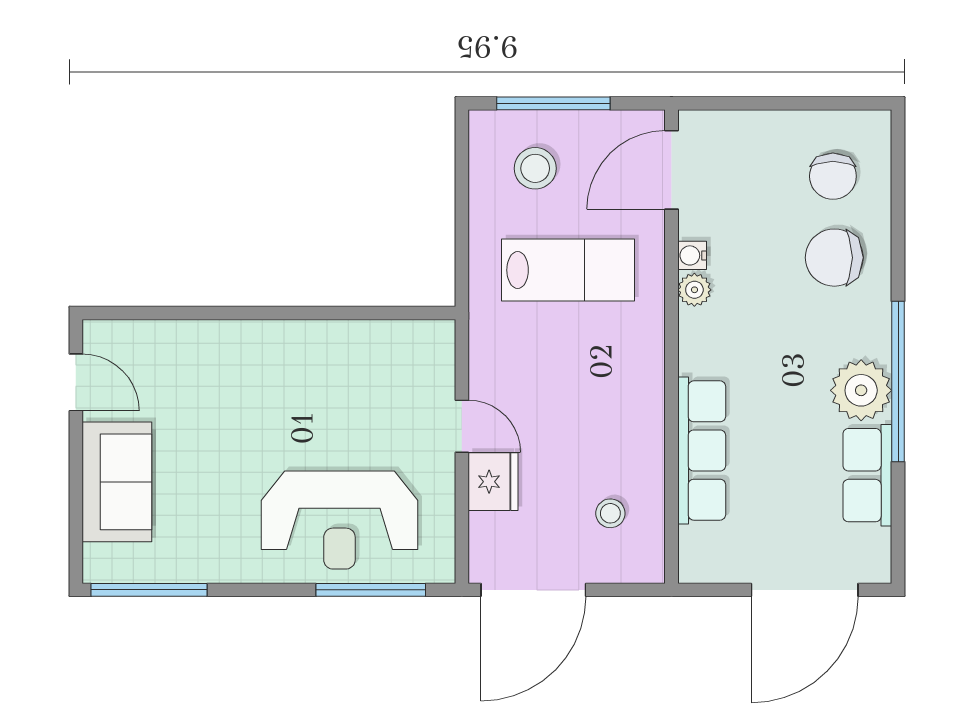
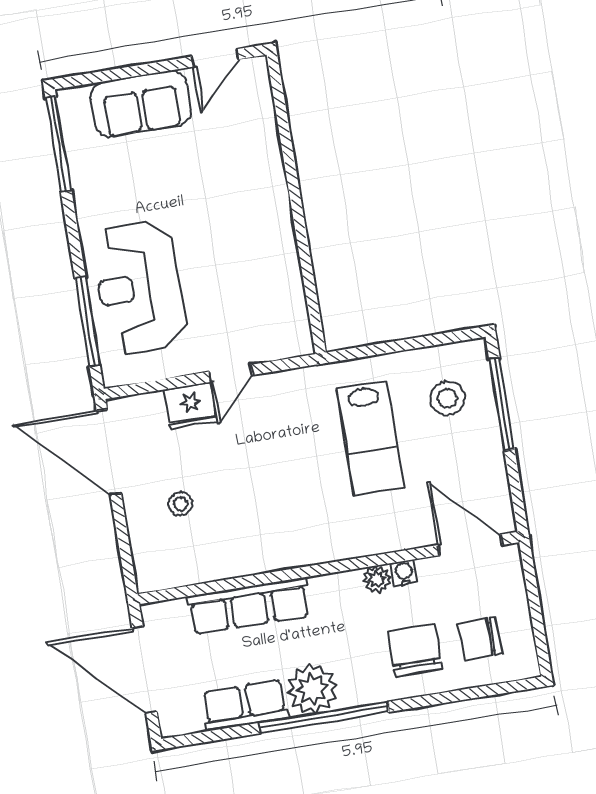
door: (672, 170) -> (470, 545), moved
water cooler: (692, 255) -> (404, 573), moved
plant: (694, 290) -> (377, 579), moved
wall: (672, 347) -> (328, 568), moved
row of seats: (702, 451) -> (249, 606), moved

